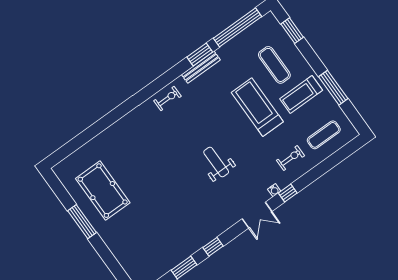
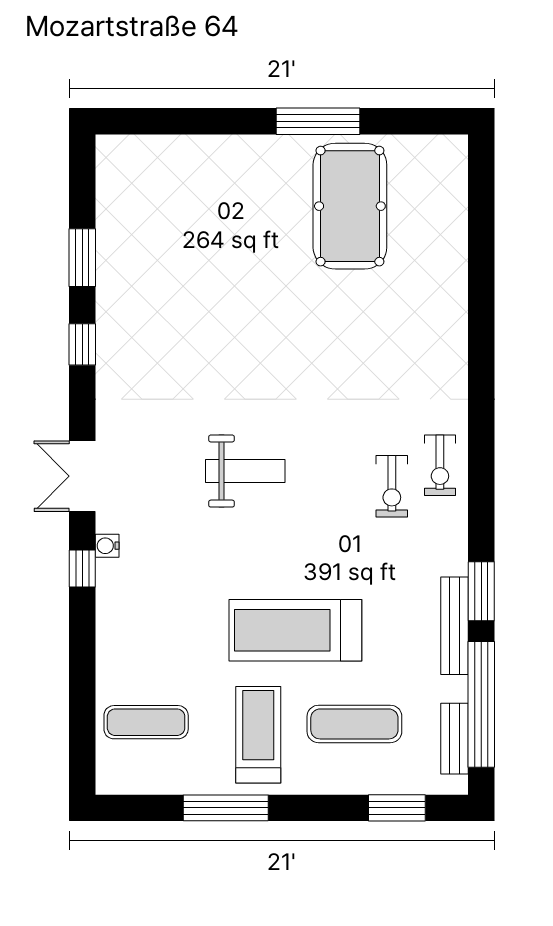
bench: (255, 28) -> (455, 739), added
bench: (201, 67) -> (454, 626), moved
treadmill: (257, 107) -> (295, 630), turned 180
exercise mat: (324, 135) -> (146, 722), turned 90
exercise bike: (290, 158) -> (392, 486), moved
pool table: (103, 191) -> (350, 206), turned 90

